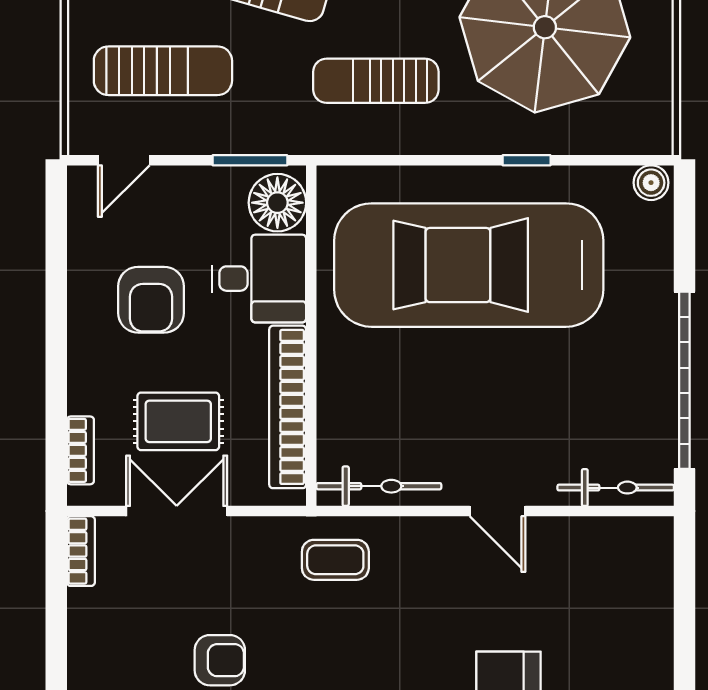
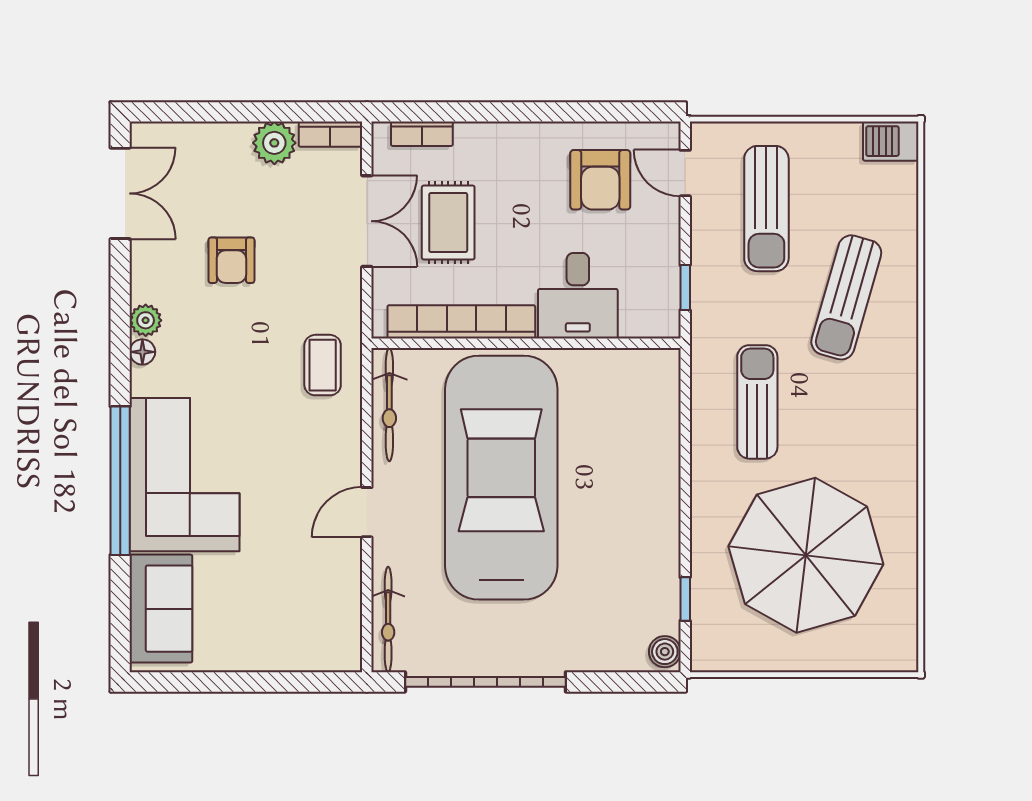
window: (250, 160) -> (685, 288), width x0.67
window: (527, 160) -> (685, 599), moved
floor lamp: (277, 203) -> (647, 312), removed
car: (469, 265) -> (501, 478), moved
armchair: (151, 300) -> (600, 180), moved, turned -90
plant: (91, 613) -> (274, 143), added

